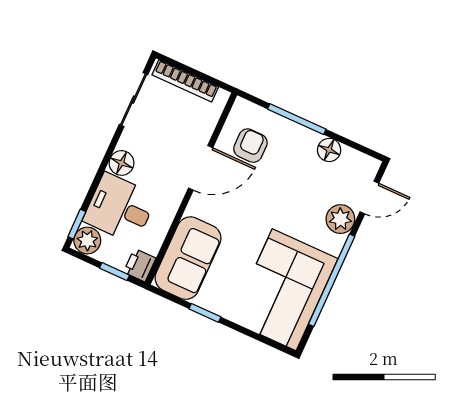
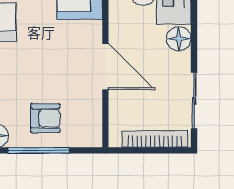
armchair: (250, 146) -> (45, 118), moved, turned -90
door: (201, 168) -> (105, 67), swing flipped

